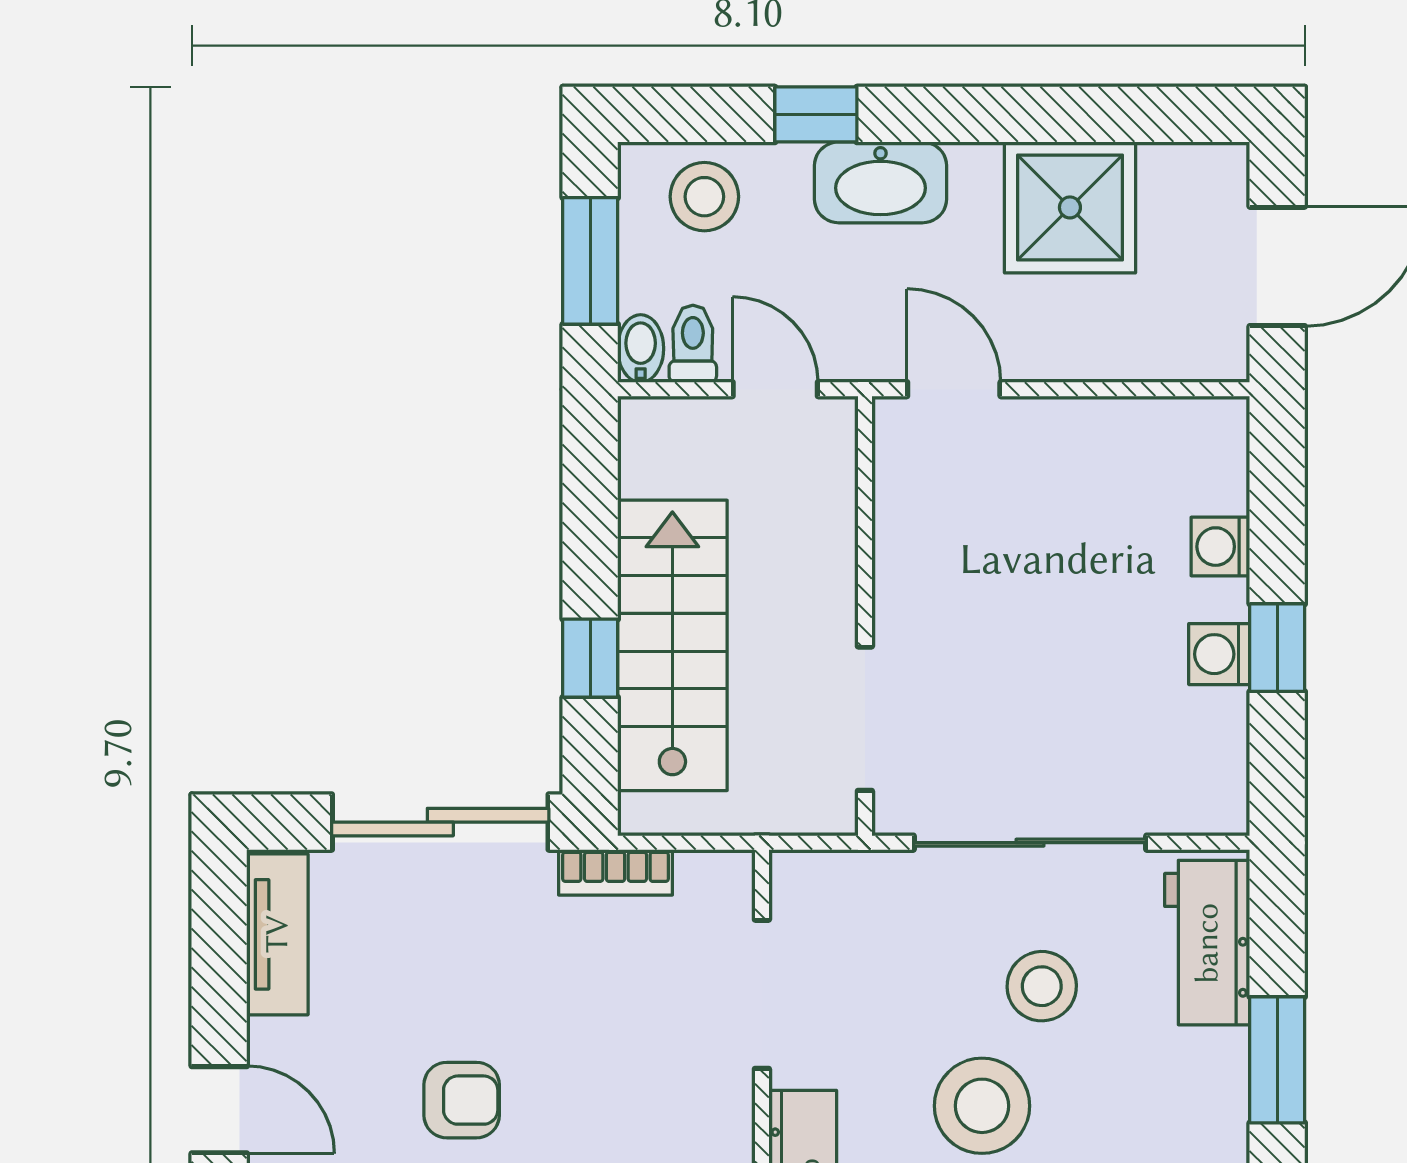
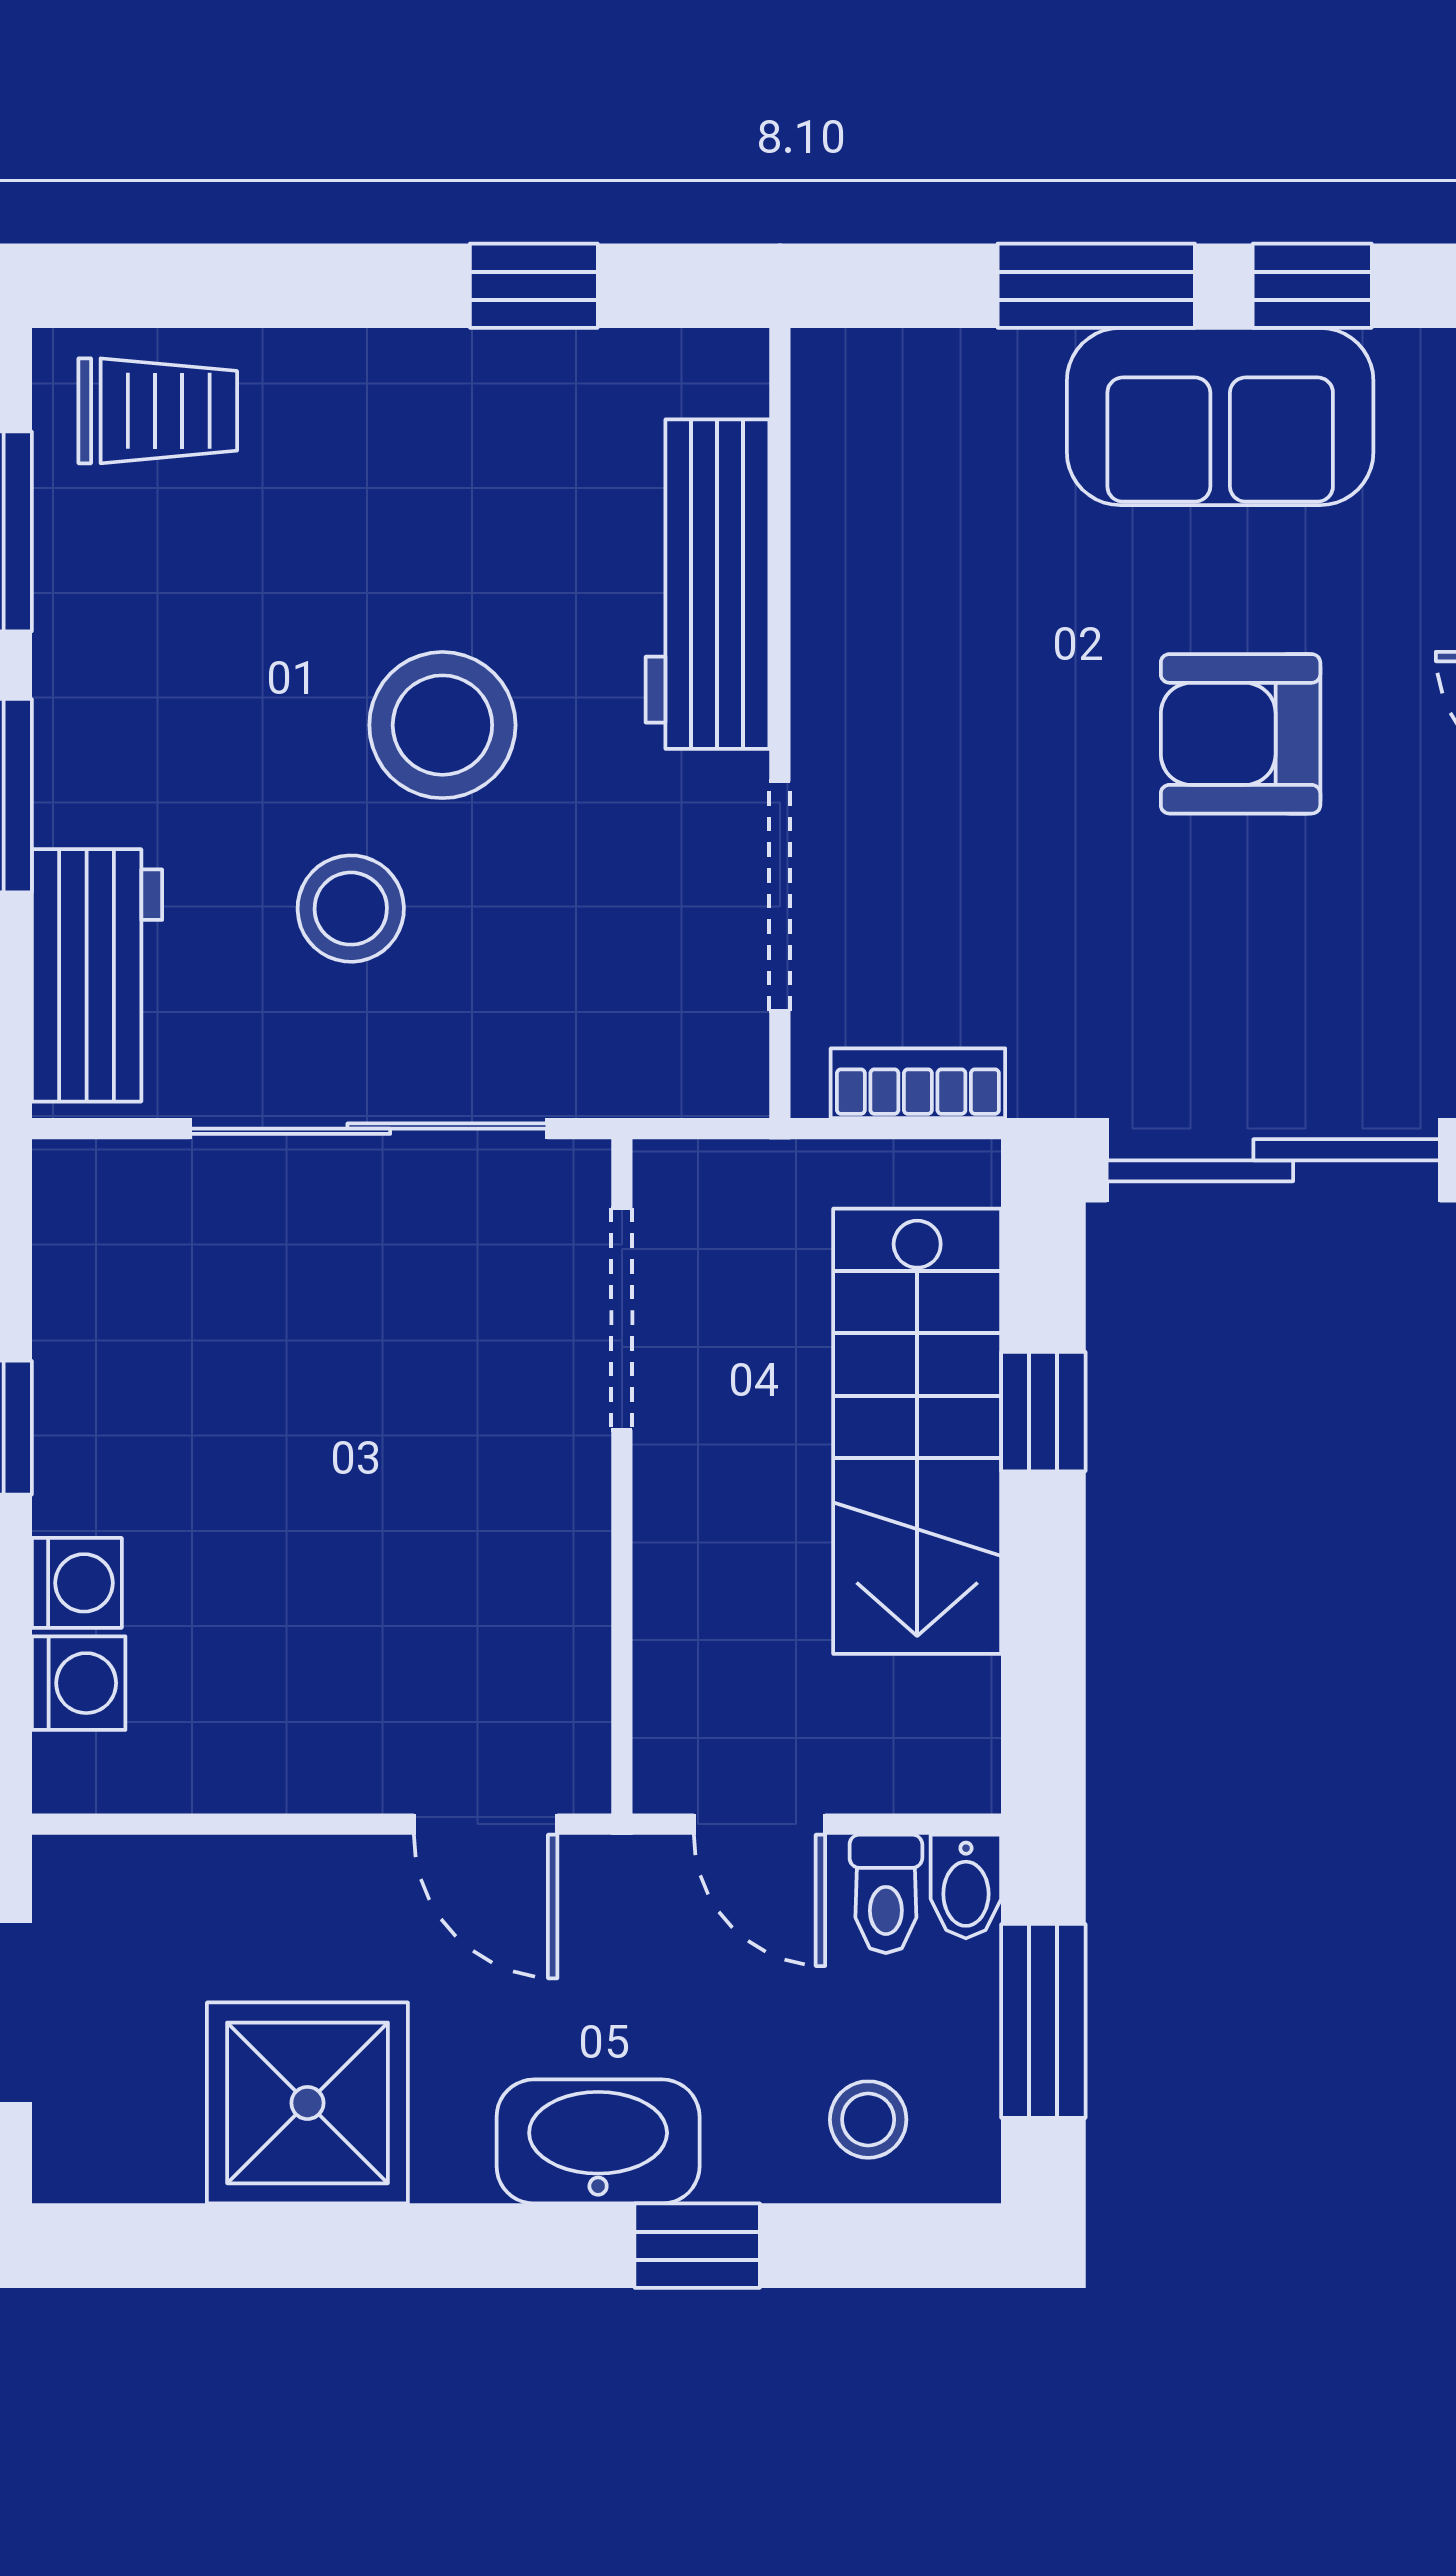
stool: (704, 197) -> (868, 2120), width x0.73, depth x0.73
washing machine: (1219, 654) -> (79, 1683), moved
bookcase: (615, 872) -> (918, 1083), moved
armchair: (462, 1100) -> (1241, 734), width x1.38, depth x1.38

